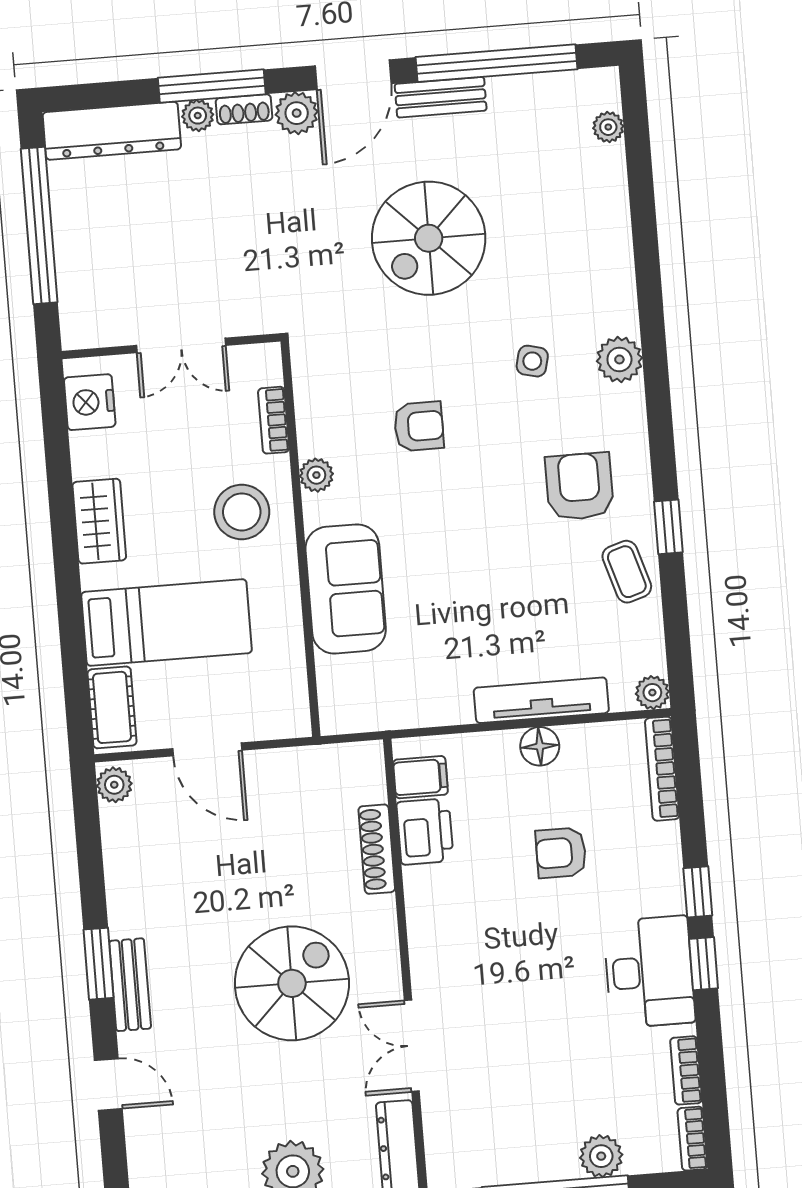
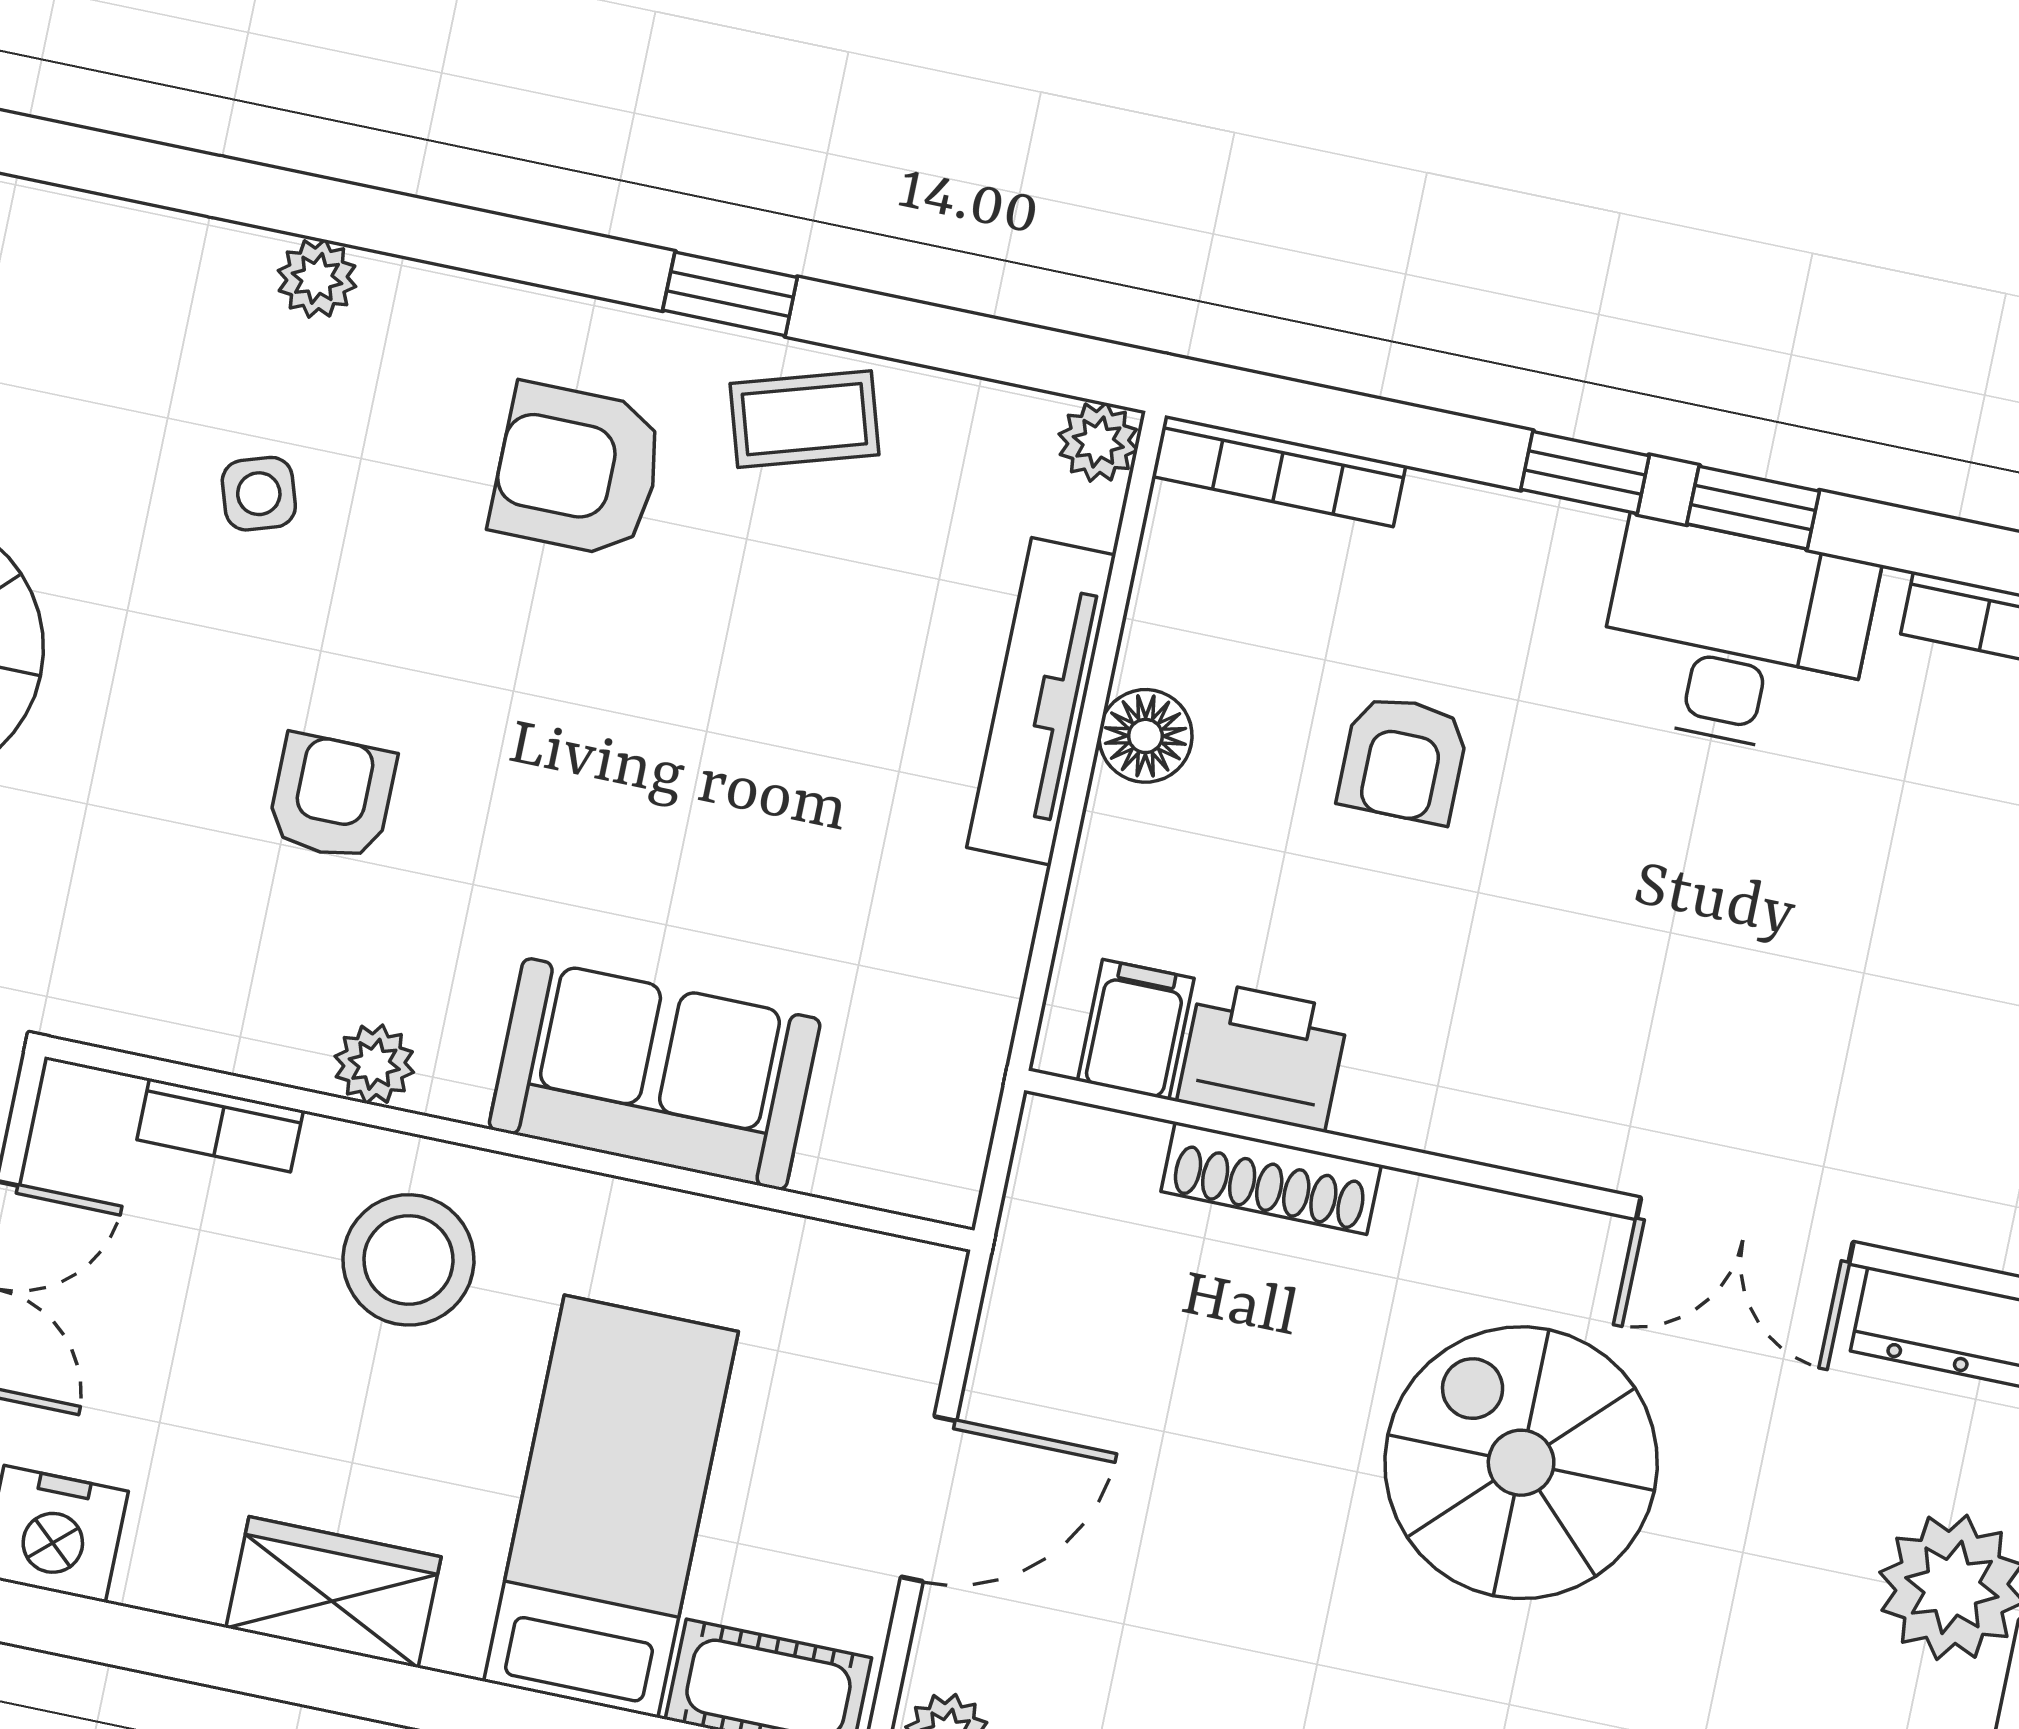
plant: (619, 359) -> (317, 278), width x0.73, depth x0.73
side table: (532, 361) -> (259, 494), turned -32

